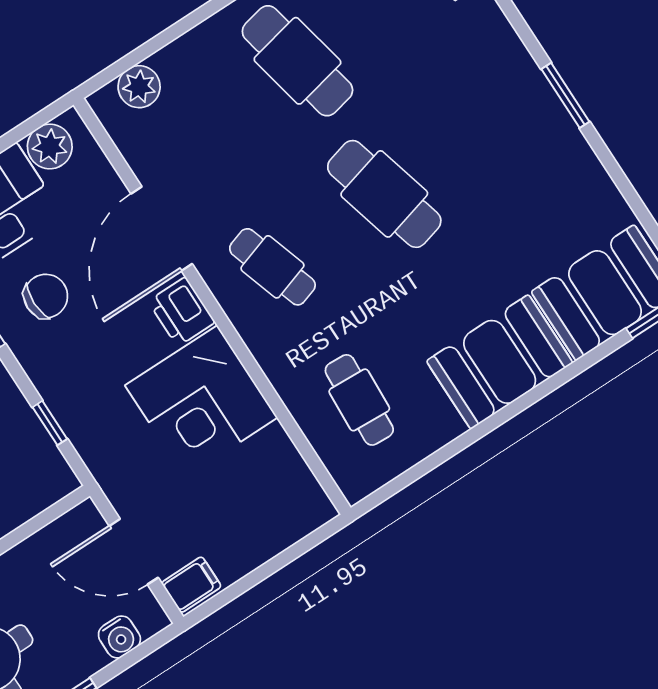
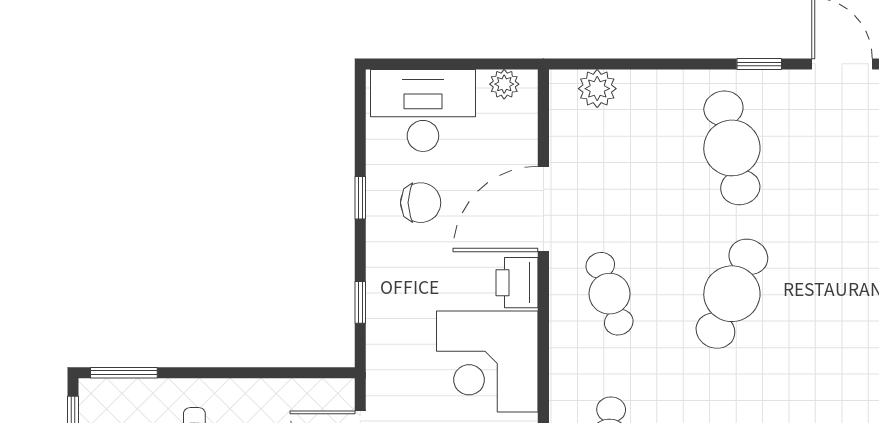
plant: (50, 147) -> (504, 84), width x0.73, depth x0.73
cafe table: (384, 194) -> (732, 294), turned 39

